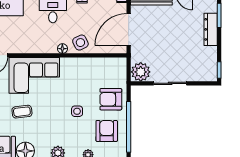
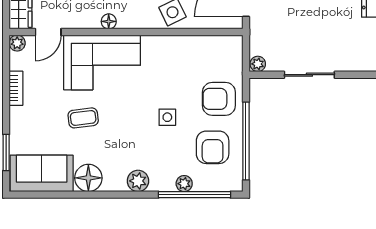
floor lamp: (62, 49) -> (109, 21), moved
plant: (141, 72) -> (258, 64), width x0.53, depth x0.53
armchair: (107, 131) -> (213, 147), turned 180

